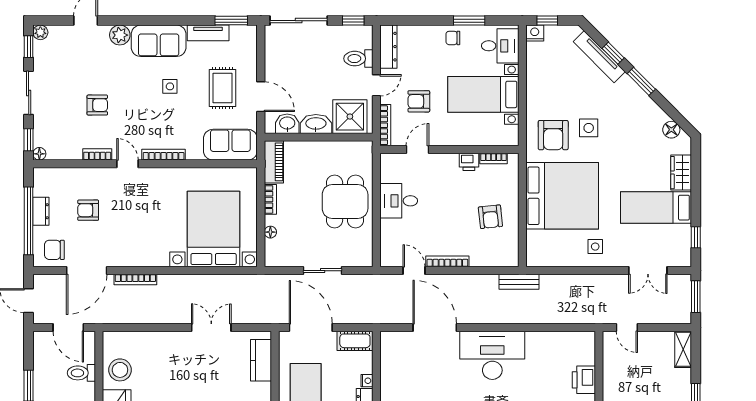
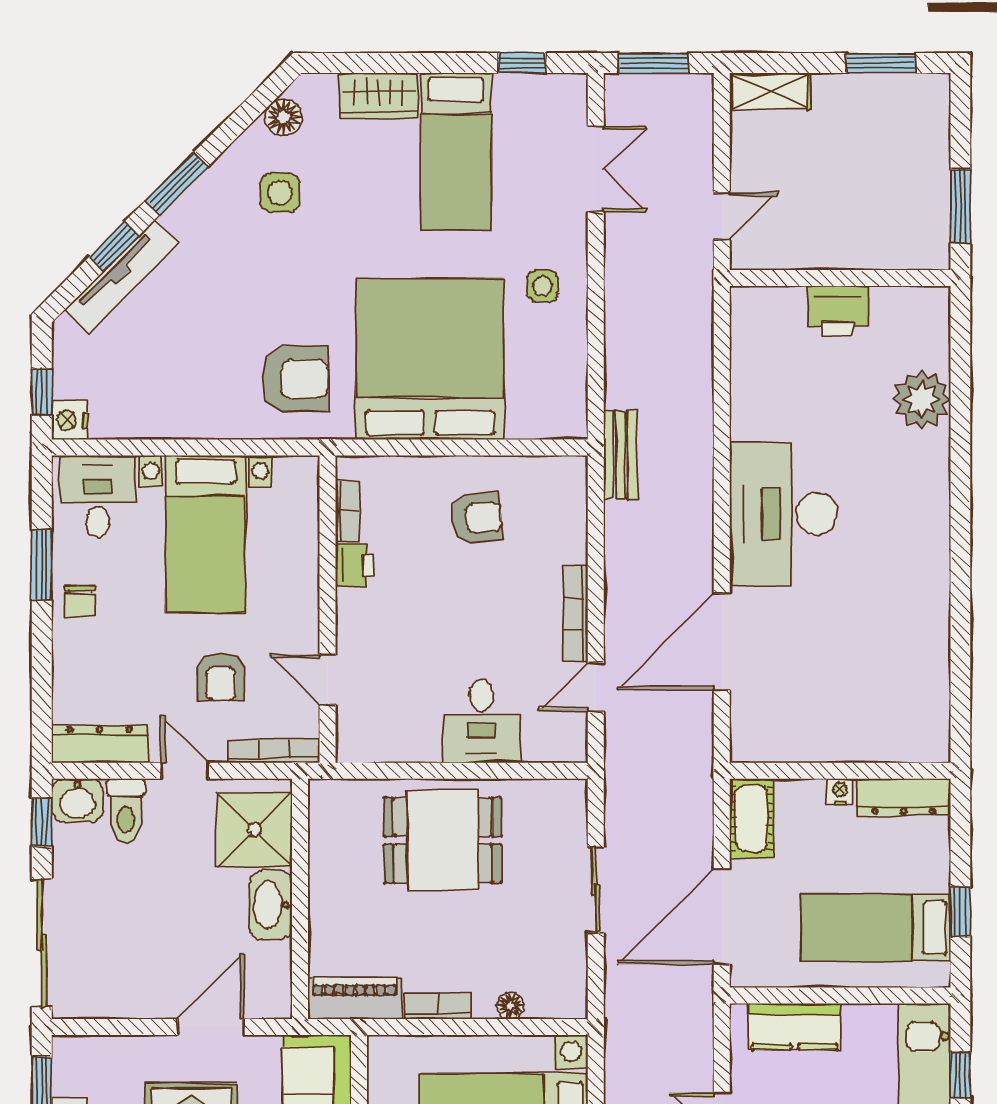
washbasin: (287, 124) -> (77, 801), moved, turned -90
side table: (589, 128) -> (280, 193), moved
desk: (399, 201) -> (482, 721), moved

